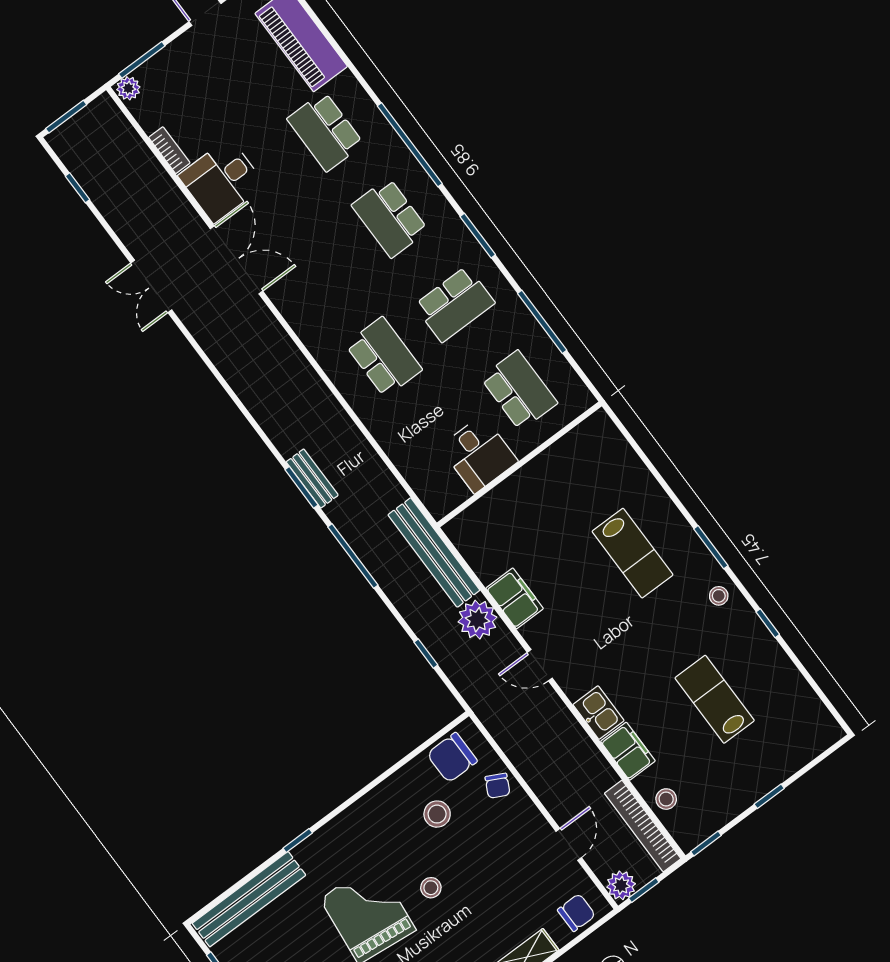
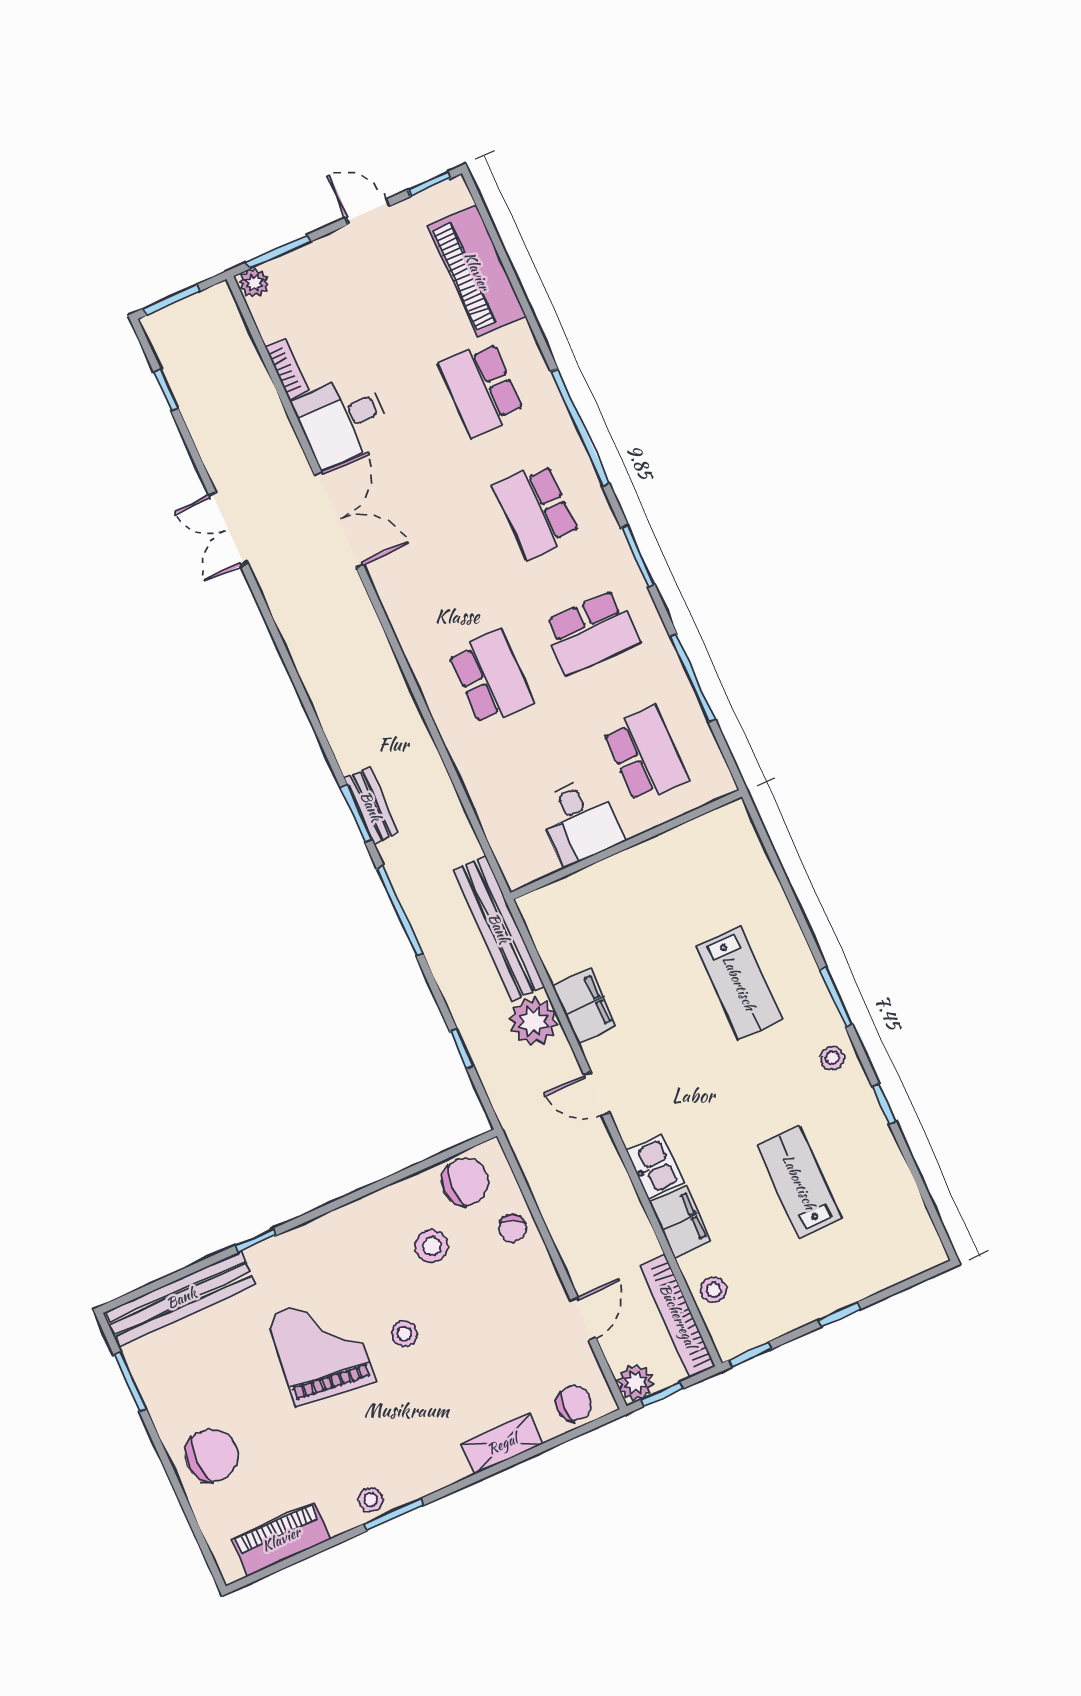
chair: (452, 757) -> (465, 1182), turned 180

